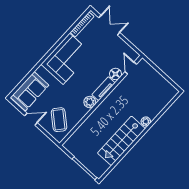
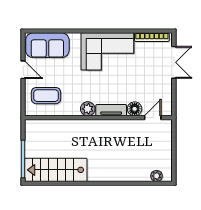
coffee table: (59, 120) -> (46, 96), turned 49
plant: (146, 121) -> (157, 176), moved
stairs: (121, 141) -> (56, 170), moved

